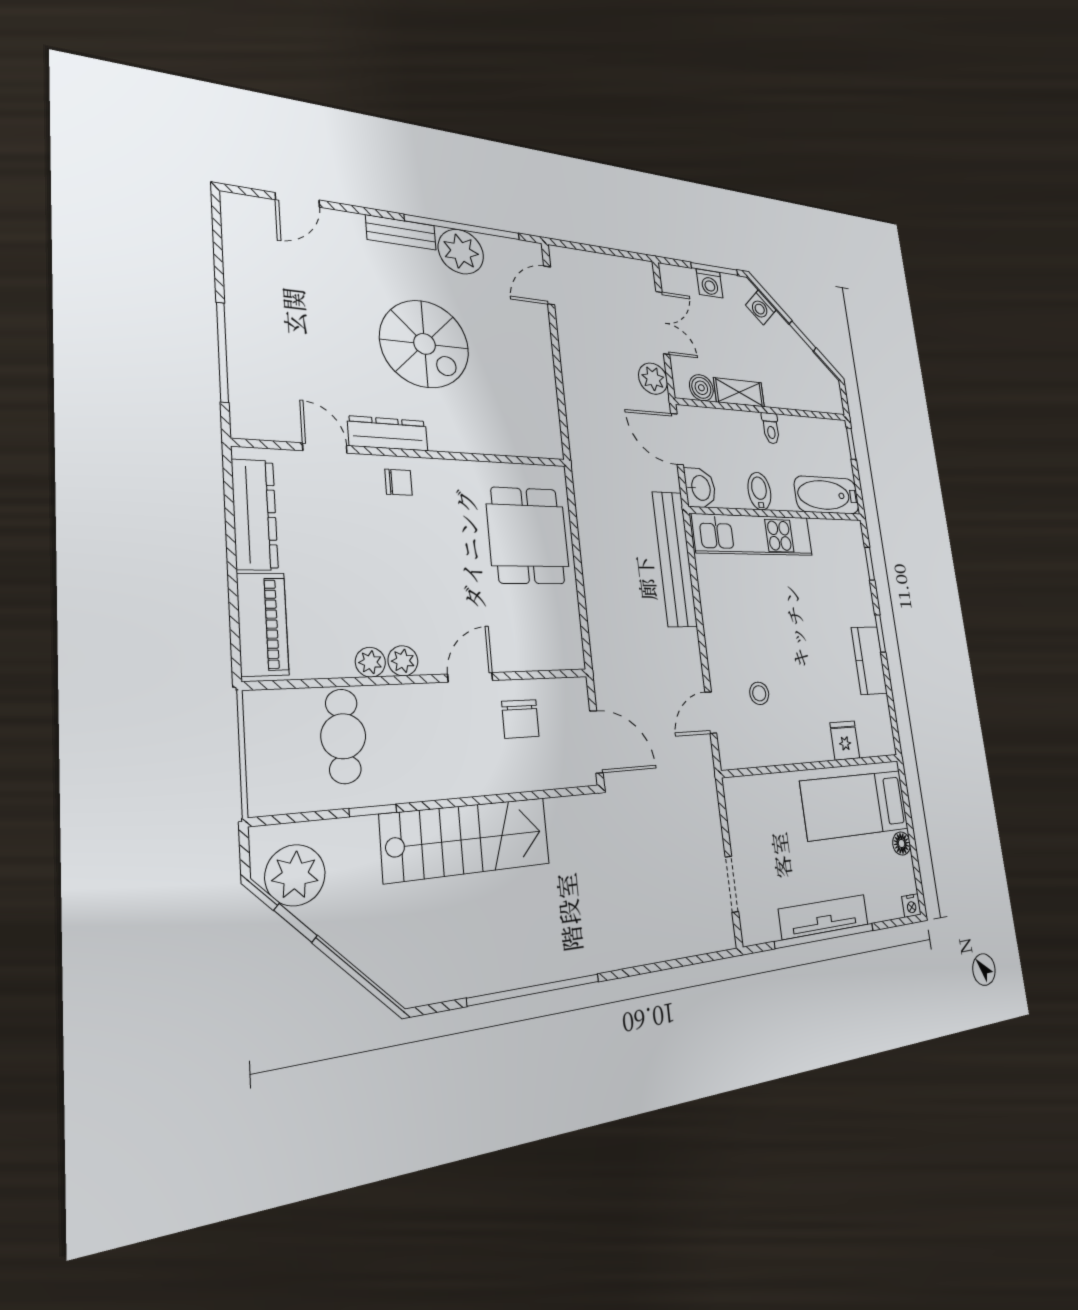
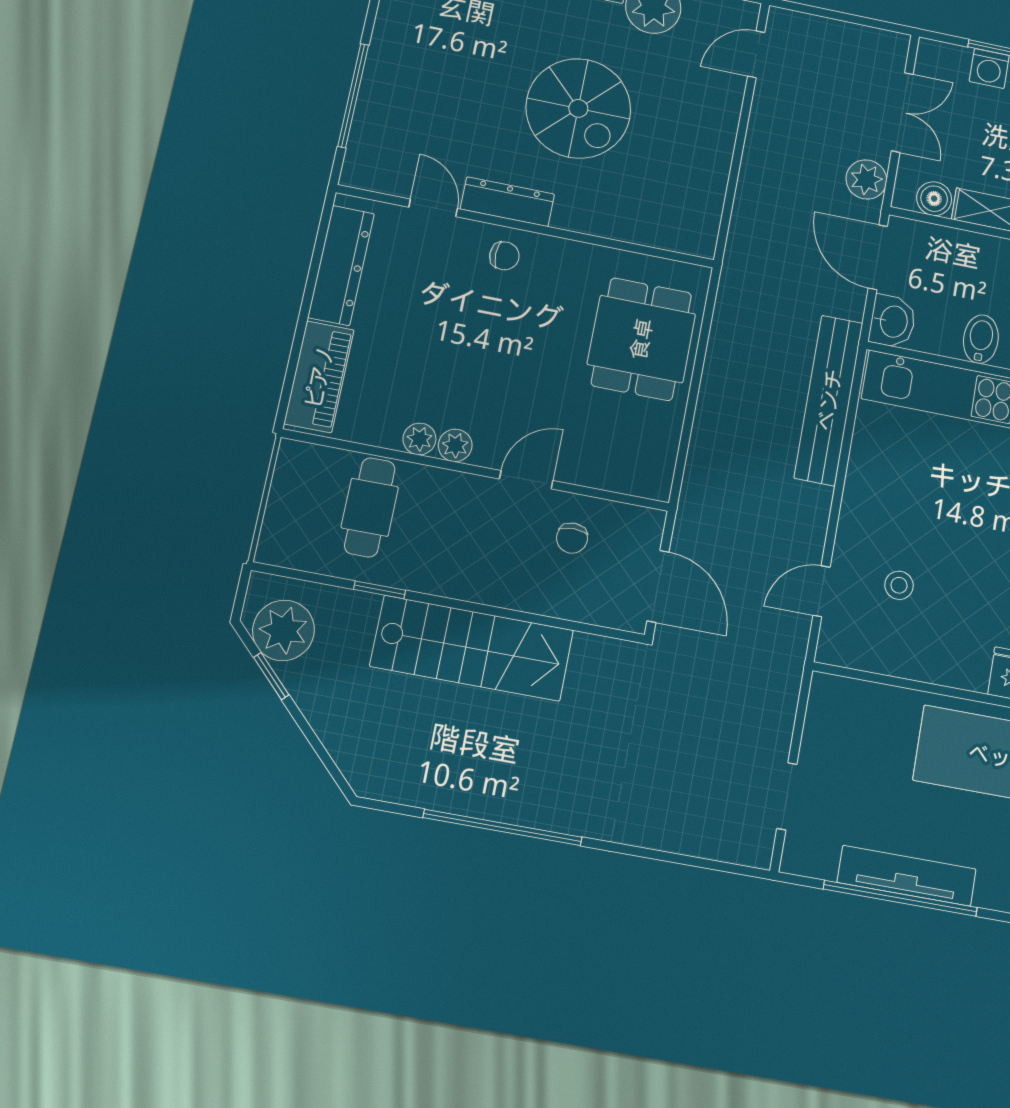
chair: (520, 719) -> (572, 538), width x0.73, depth x0.73

